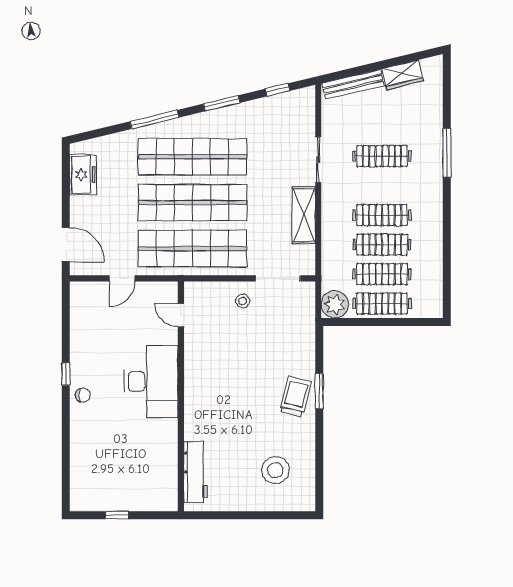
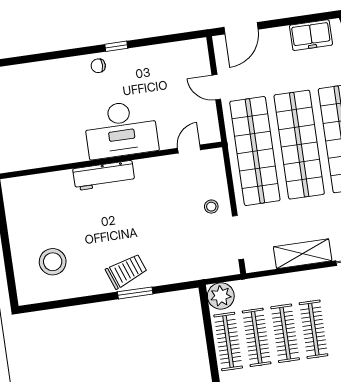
chair: (83, 395) -> (98, 66), turned 90
trolley: (296, 397) -> (126, 271), turned -34
workbench: (195, 472) -> (104, 176), moved

